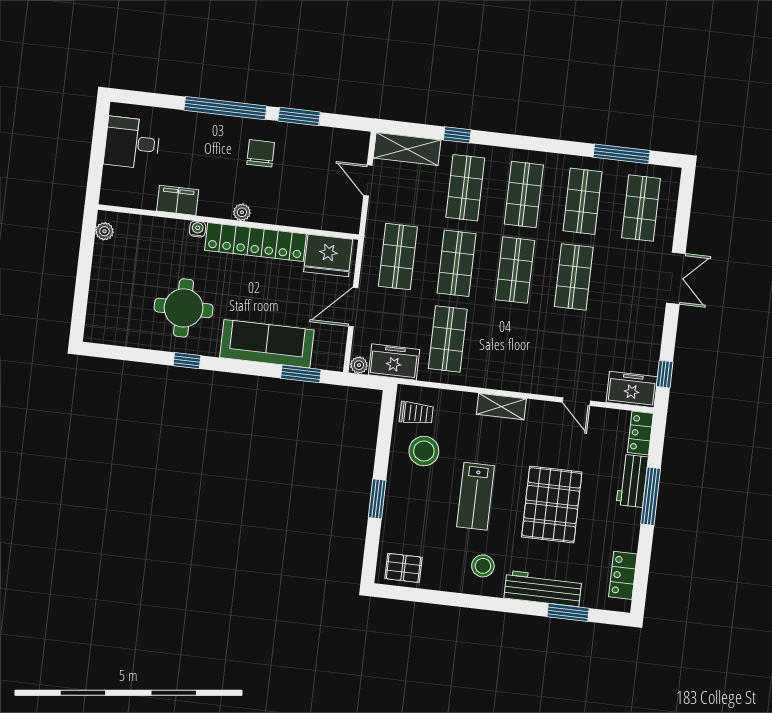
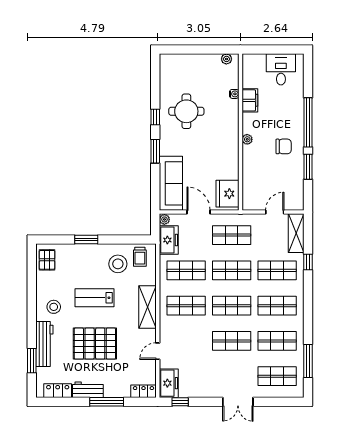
water cooler: (198, 229) -> (234, 94), moved
locker: (255, 242) -> (230, 149), removed
sofa: (267, 344) -> (171, 183), moved
shop shelf: (506, 346) -> (186, 306), added
window: (301, 374) -> (155, 151), moved
shelving: (501, 406) -> (148, 307), width x1.50, depth x1.33
workbench: (632, 481) -> (88, 390), moved

